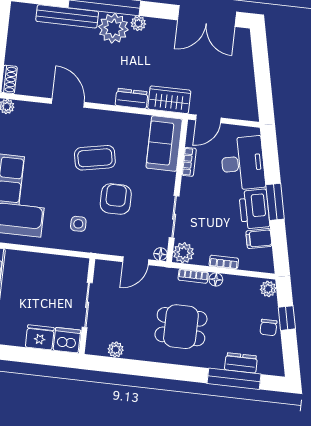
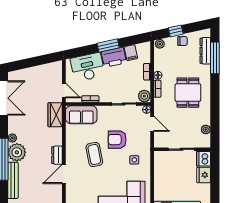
dresser: (132, 99) -> (57, 155), moved
dresser: (241, 363) -> (205, 51), width x1.44

